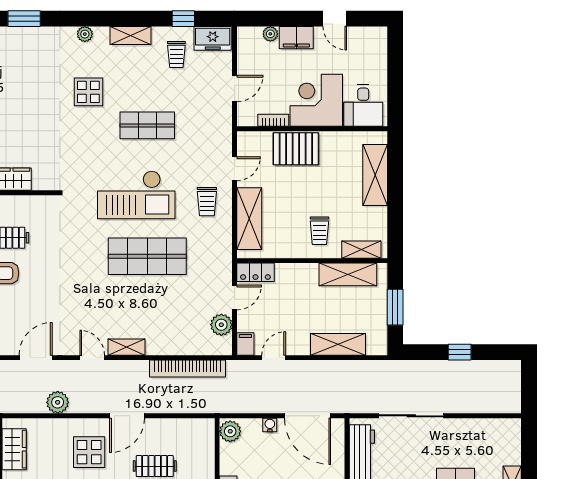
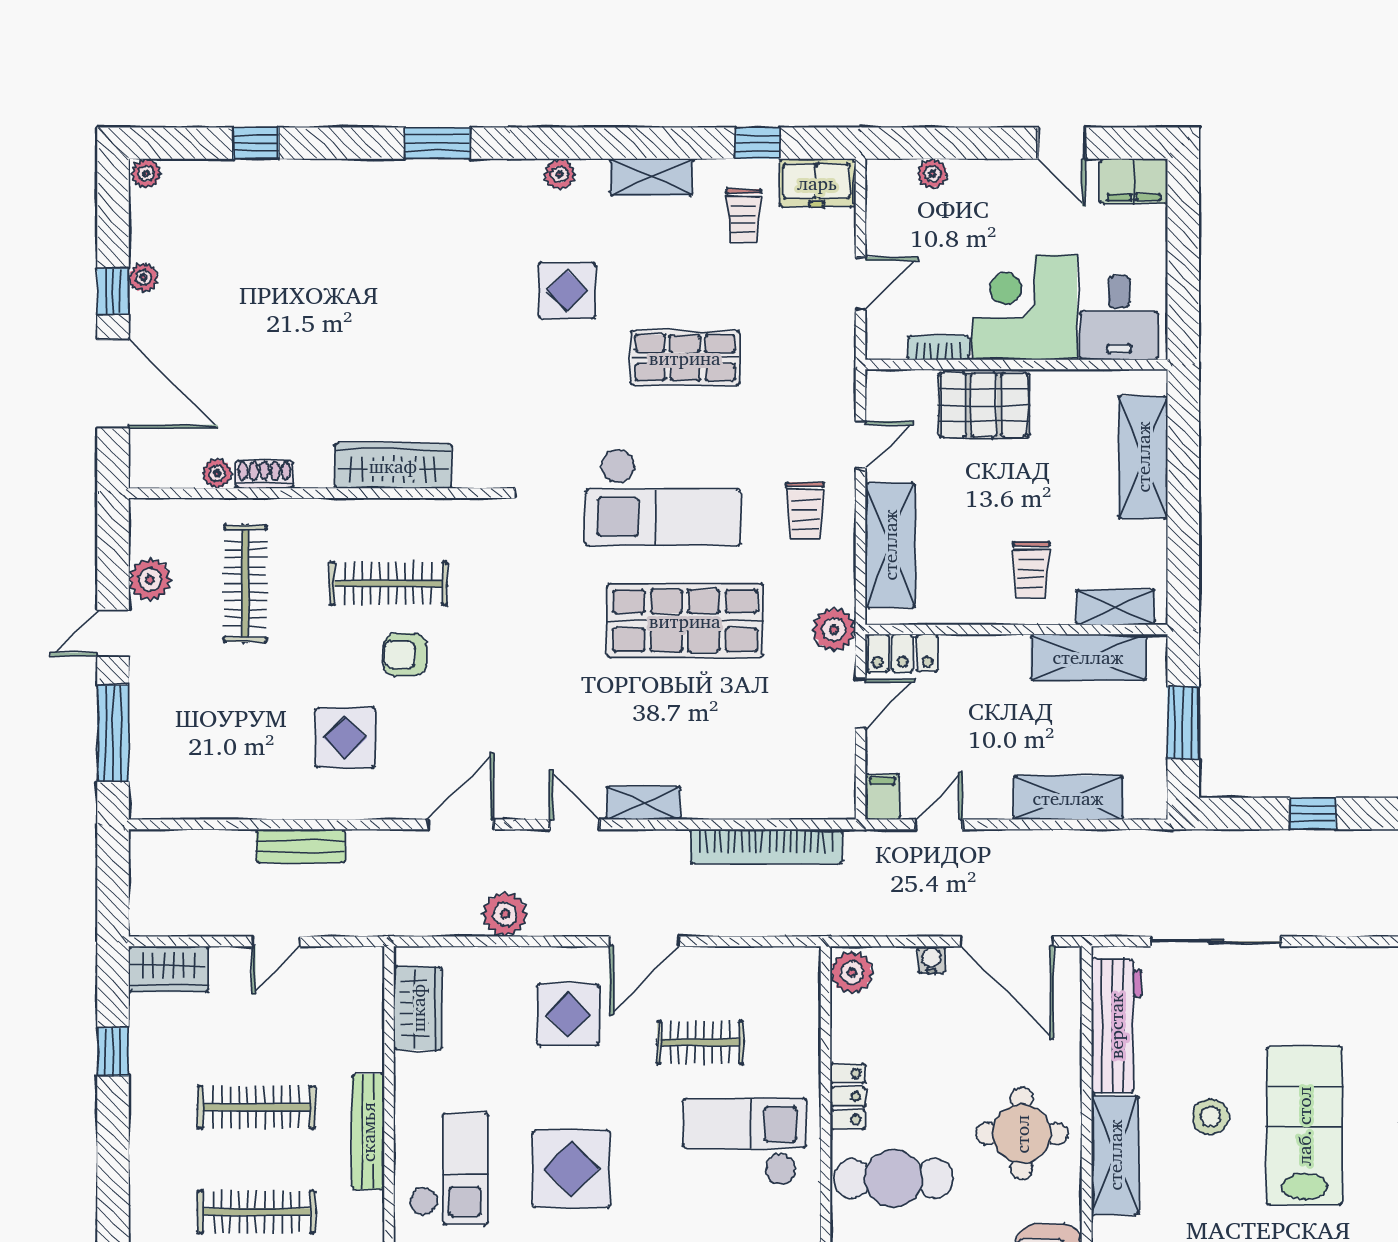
filing cabinet: (296, 38) -> (1134, 181), moved
plant: (221, 325) -> (834, 630), moved

